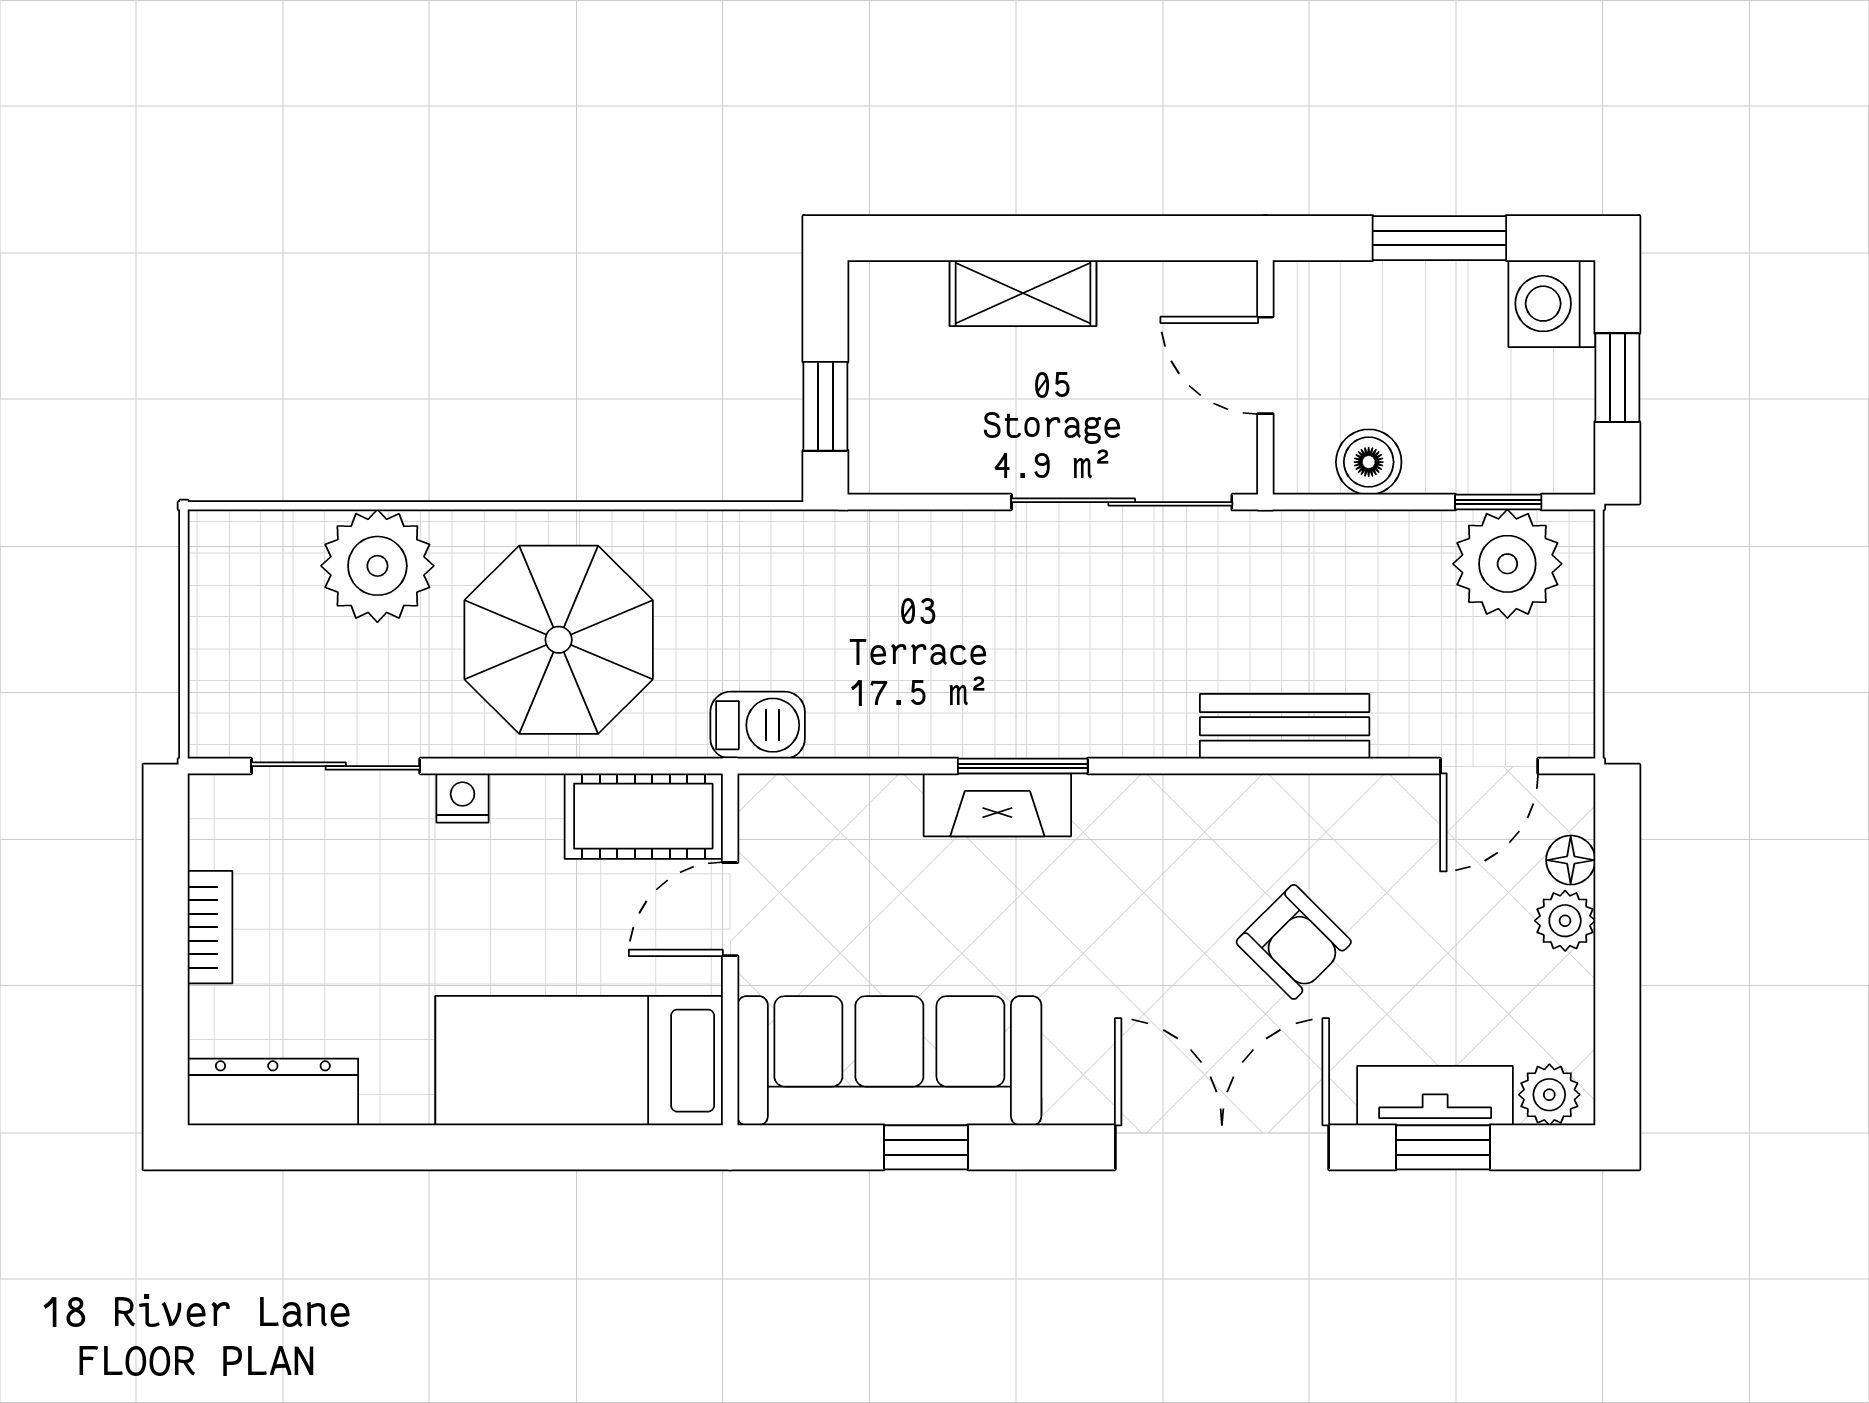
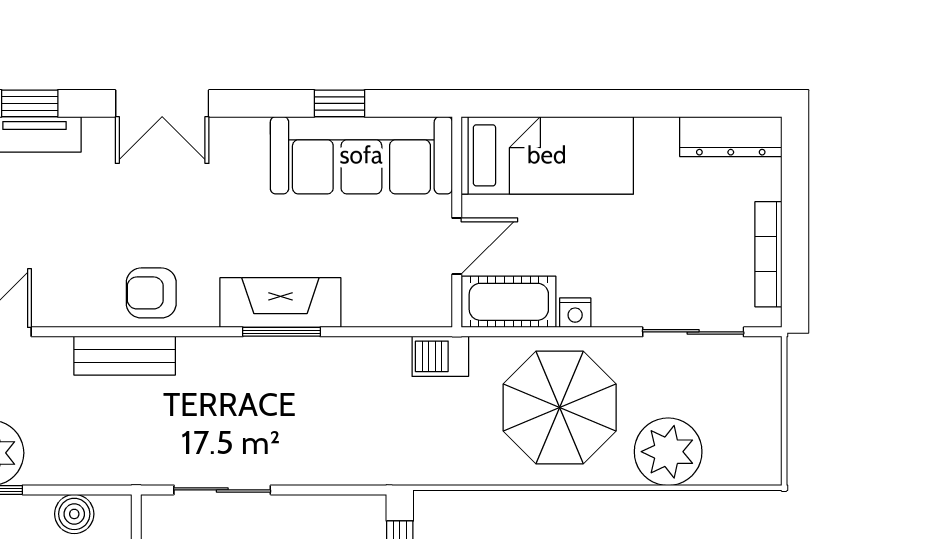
sliding door: (1122, 502) -> (222, 490), width x0.73
nightstand: (463, 798) -> (575, 313), moved
fireplace: (997, 805) -> (280, 303), width x1.37, depth x1.32
bookcase: (210, 927) -> (768, 254), width x1.56
armchair: (1294, 942) -> (151, 293), moved, turned -45
double door: (1222, 1147) -> (162, 103), width x0.73

